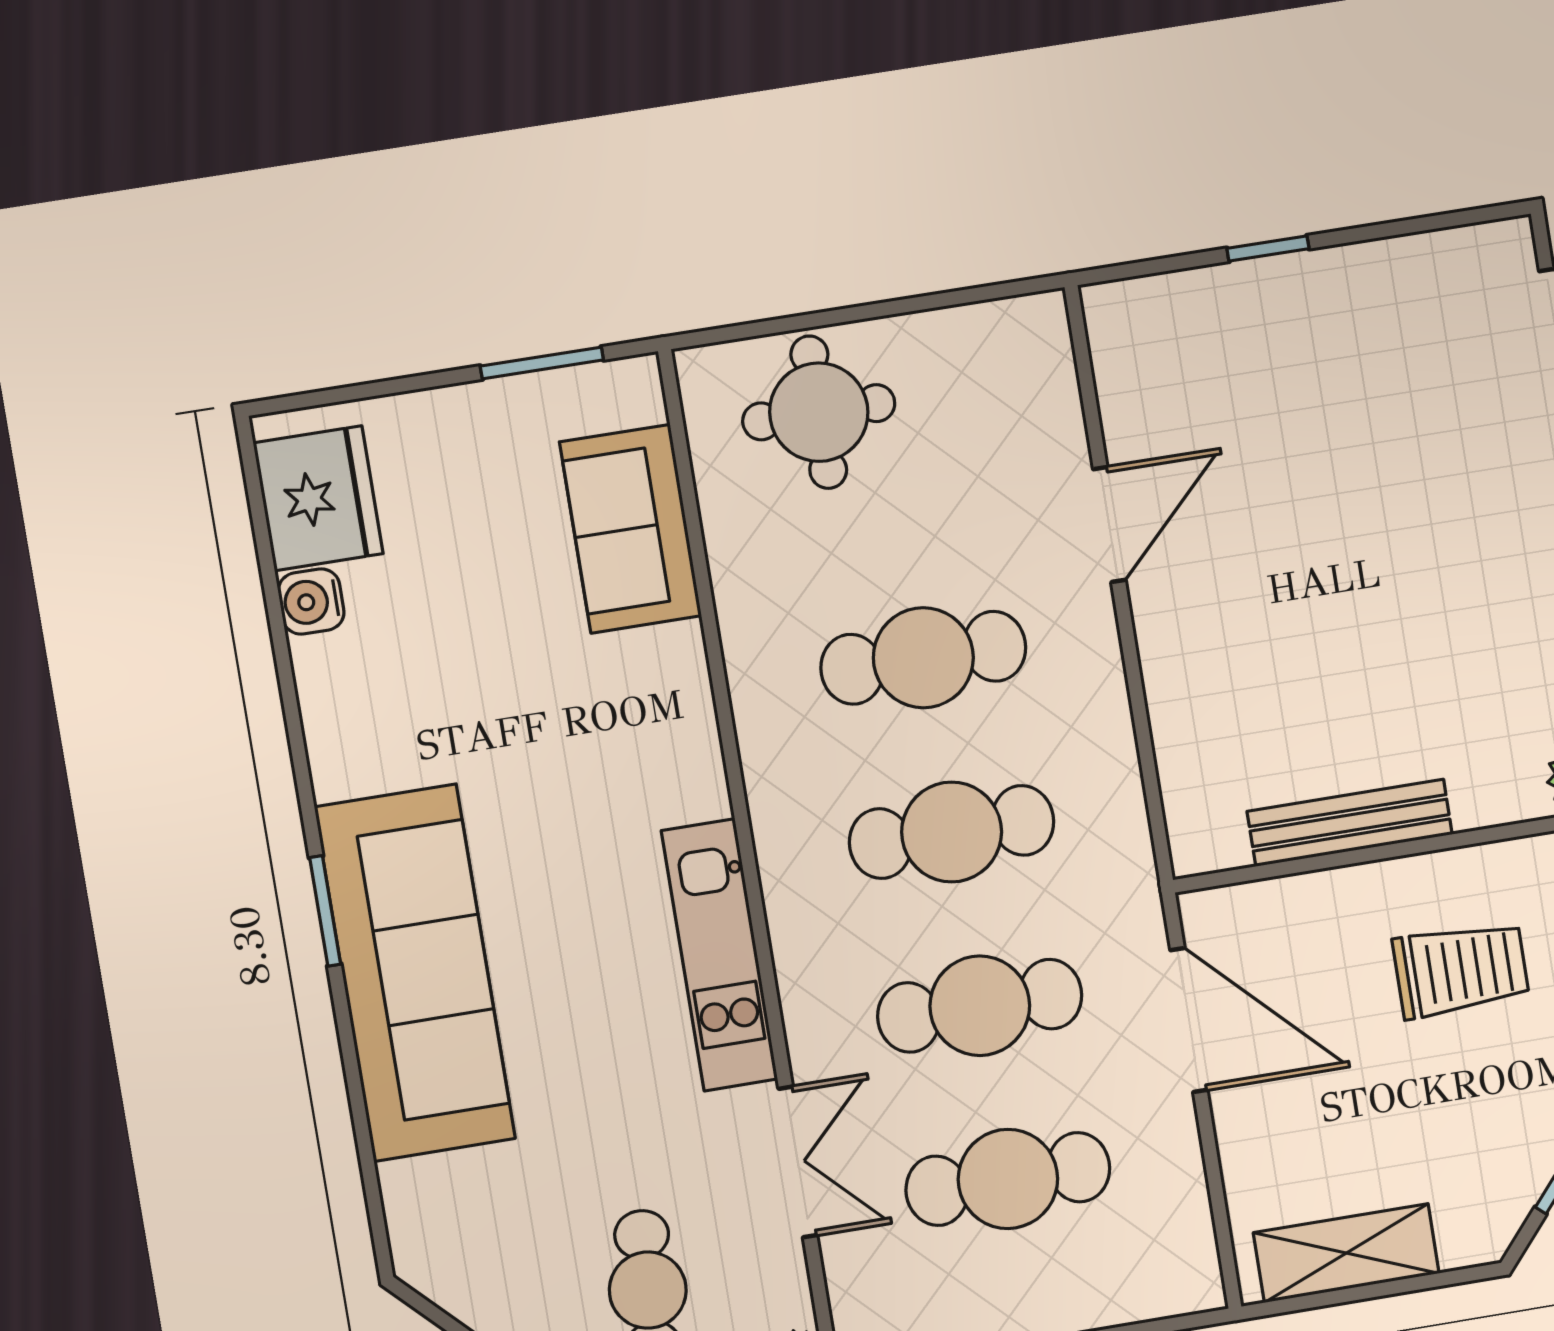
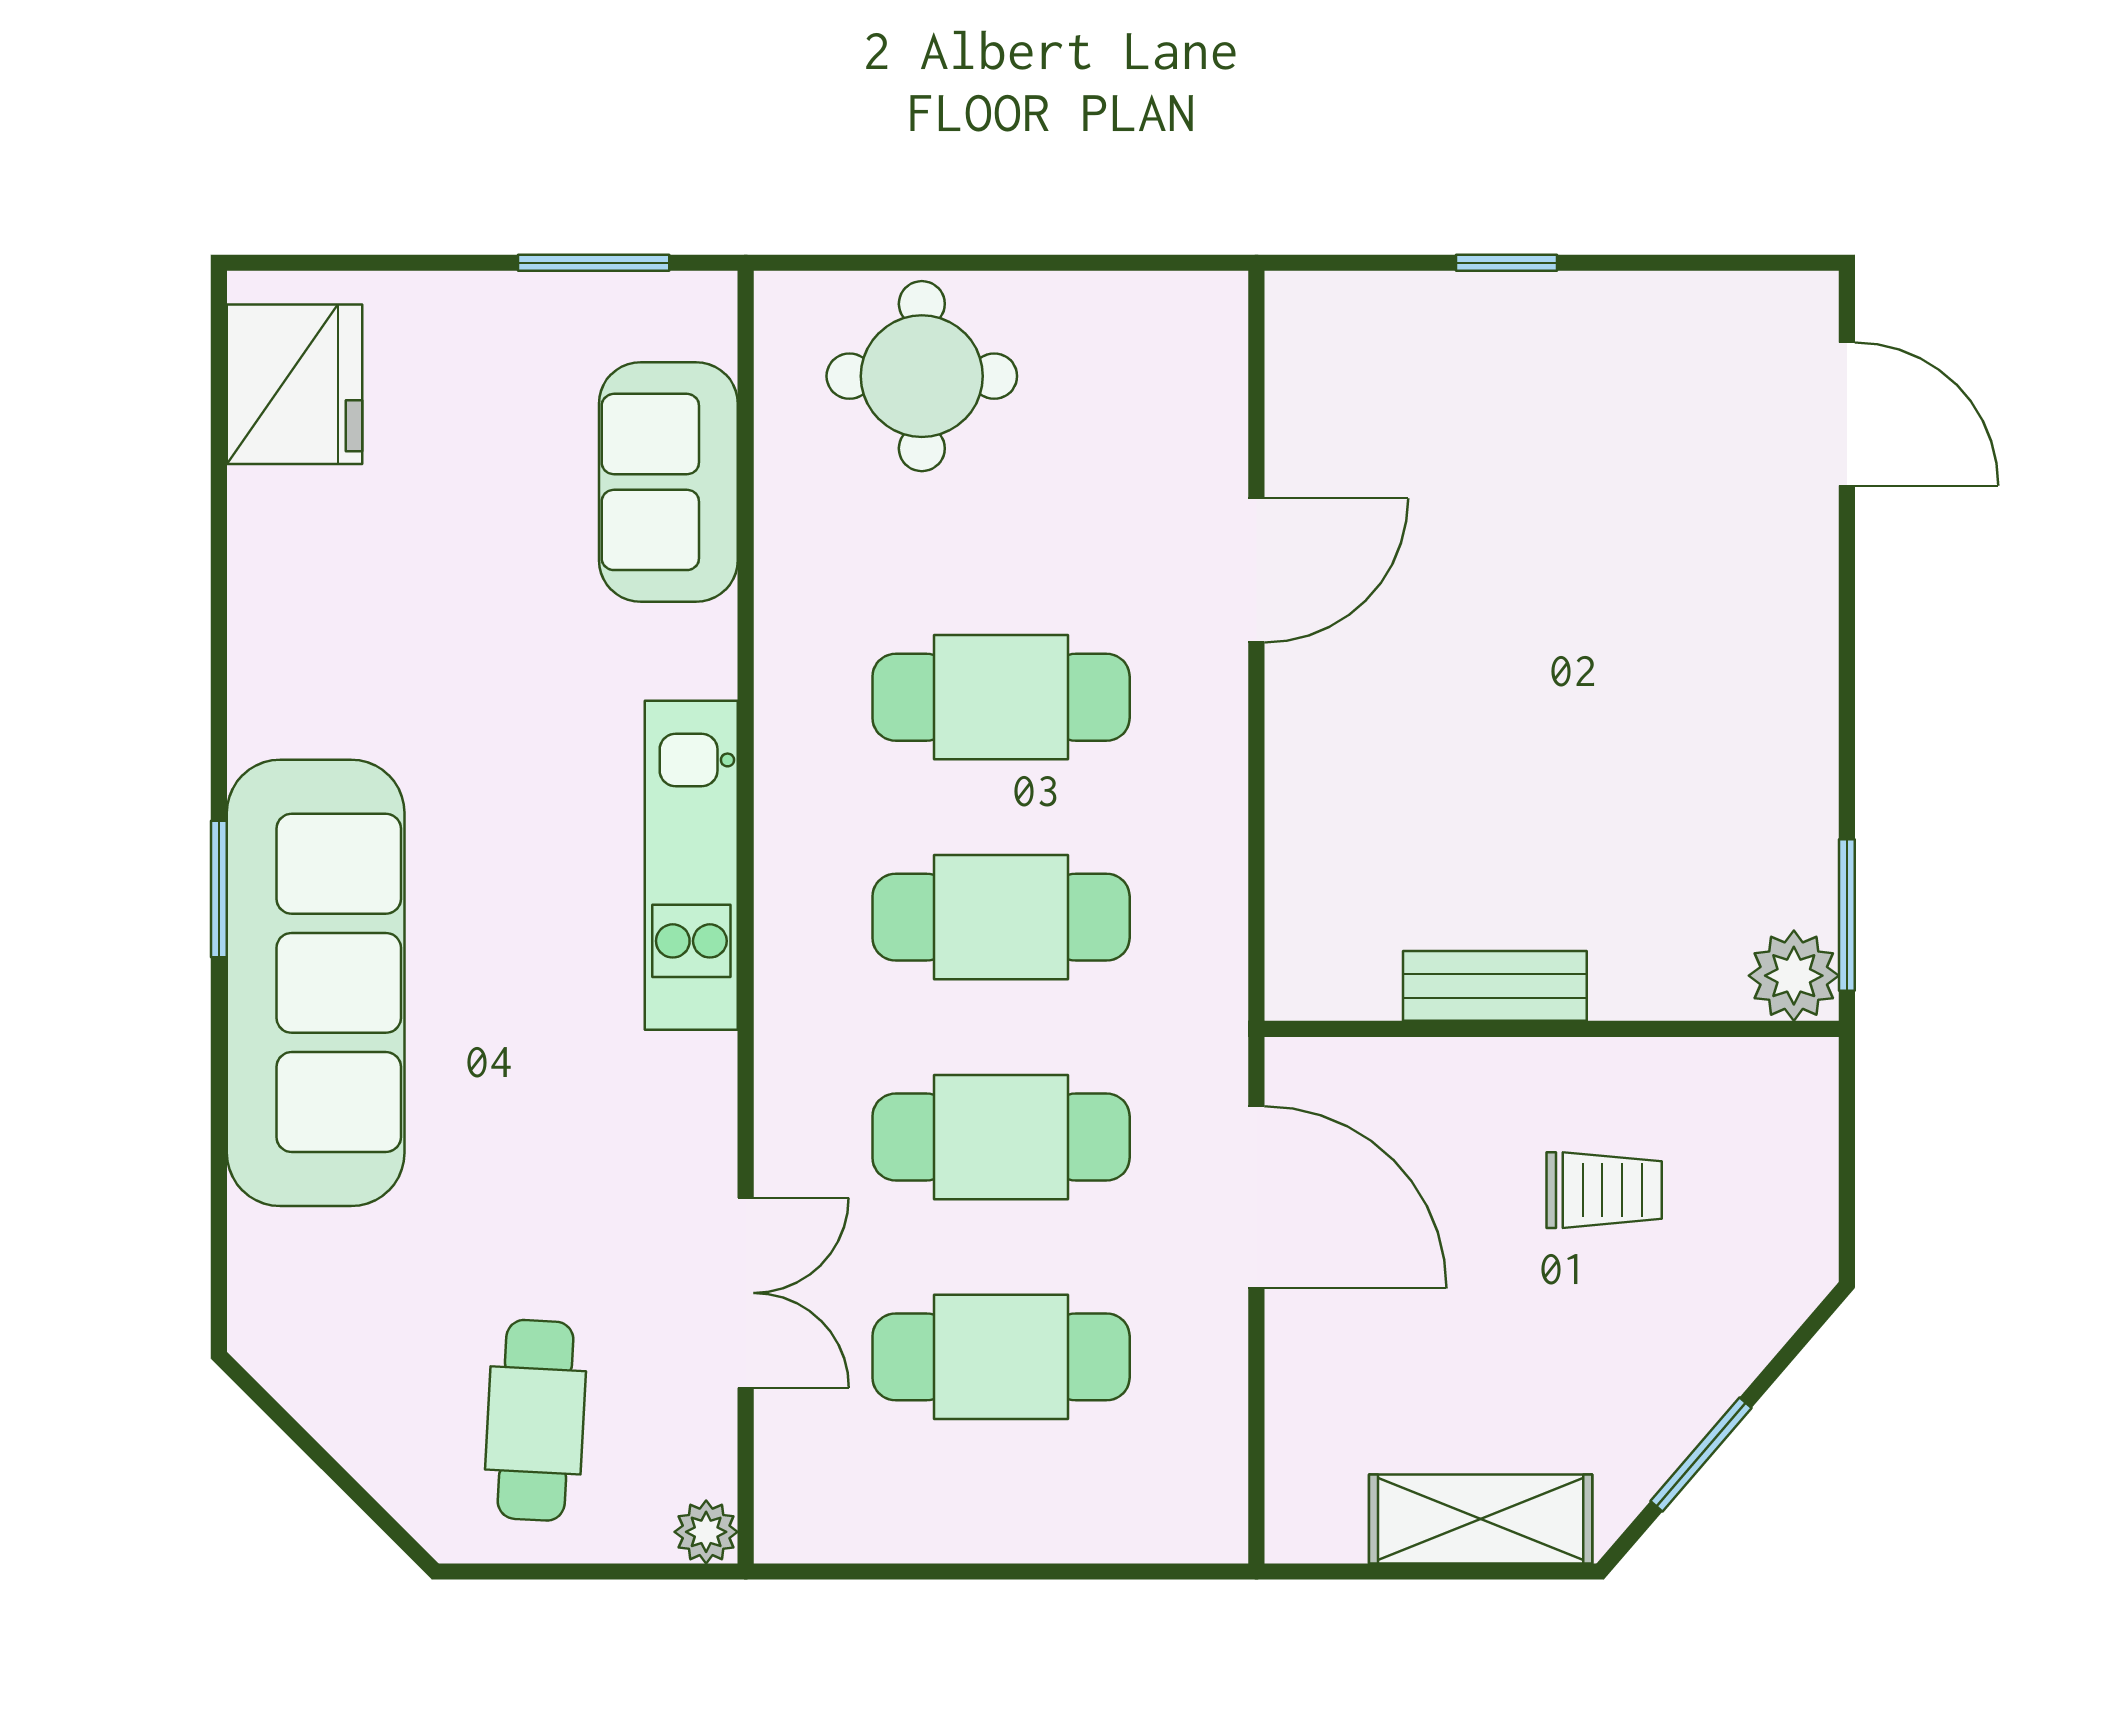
water cooler: (311, 602) -> (265, 509), removed
bench: (1350, 823) -> (1495, 986), width x0.73
kitchen unit: (720, 955) -> (691, 865), moved
trolley: (1461, 969) -> (1604, 1190), width x0.73, depth x0.72
shelving: (1346, 1253) -> (1481, 1519), moved

